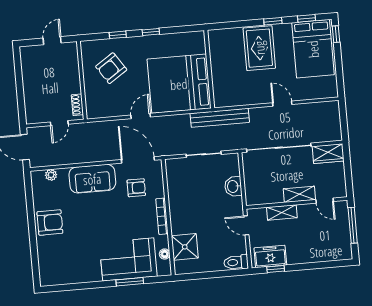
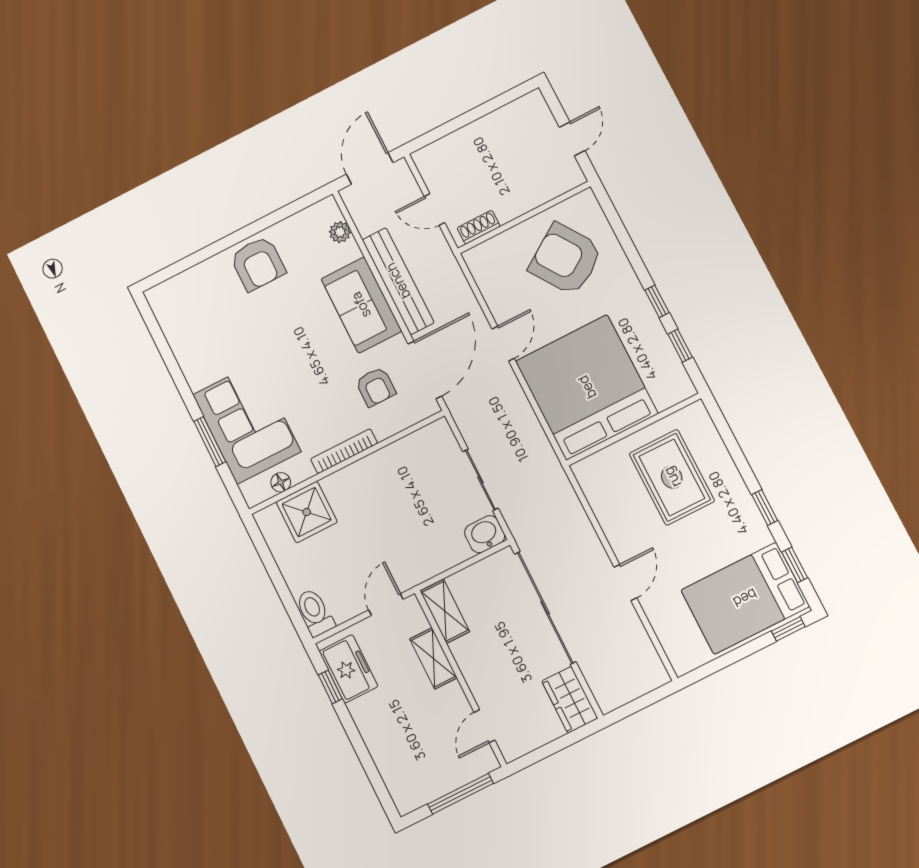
window: (118, 35) -> (680, 346), moved
door: (52, 41) -> (572, 139), hinge flipped
rug: (259, 48) -> (672, 477), moved, turned 90
armchair: (111, 68) -> (566, 259), width x1.36, depth x1.36
door: (141, 116) -> (503, 344), hinge flipped
bench: (220, 118) -> (398, 281), moved
washbasin: (233, 186) -> (485, 534), moved
shelving: (299, 194) -> (445, 611), moved

